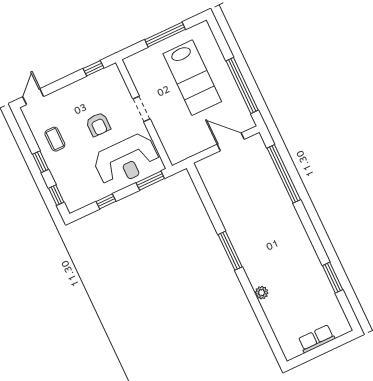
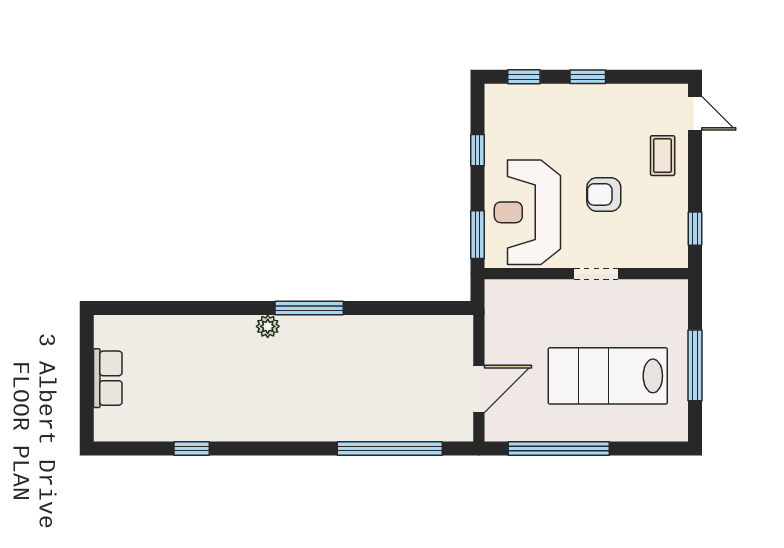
coffee table: (55, 139) -> (663, 156), moved, turned 90
window: (333, 278) -> (192, 448), width x0.67
plant: (262, 293) -> (268, 326), moved

